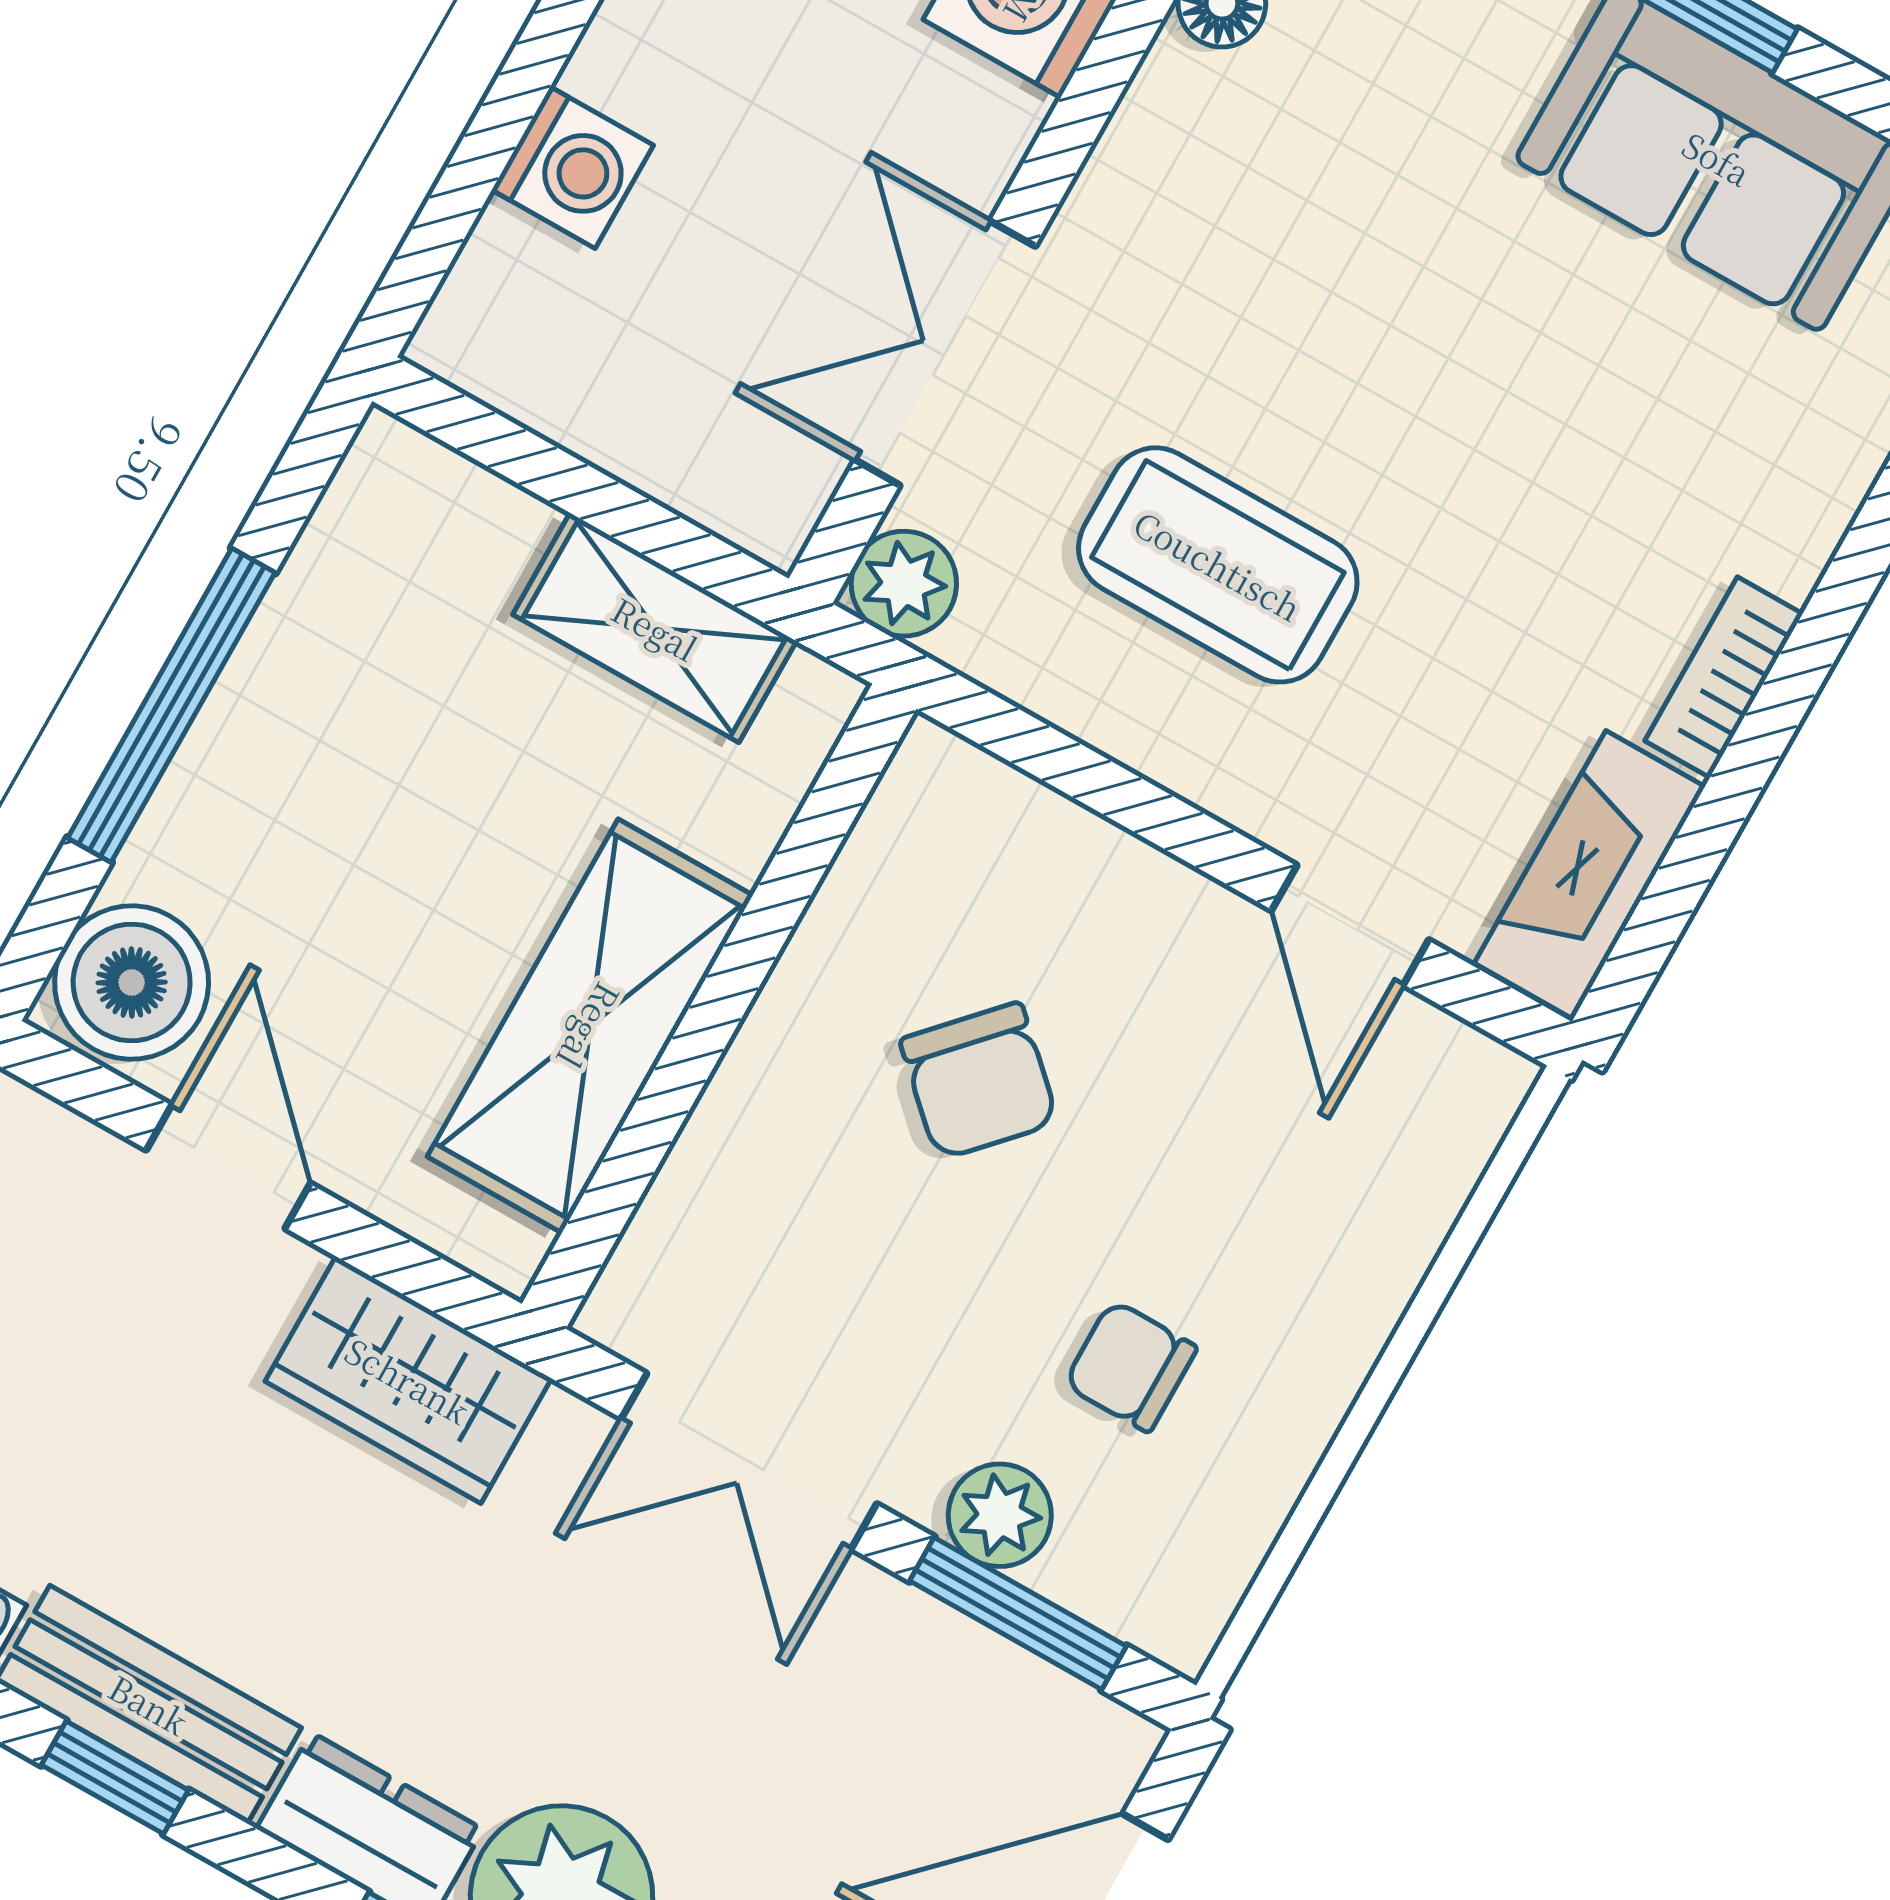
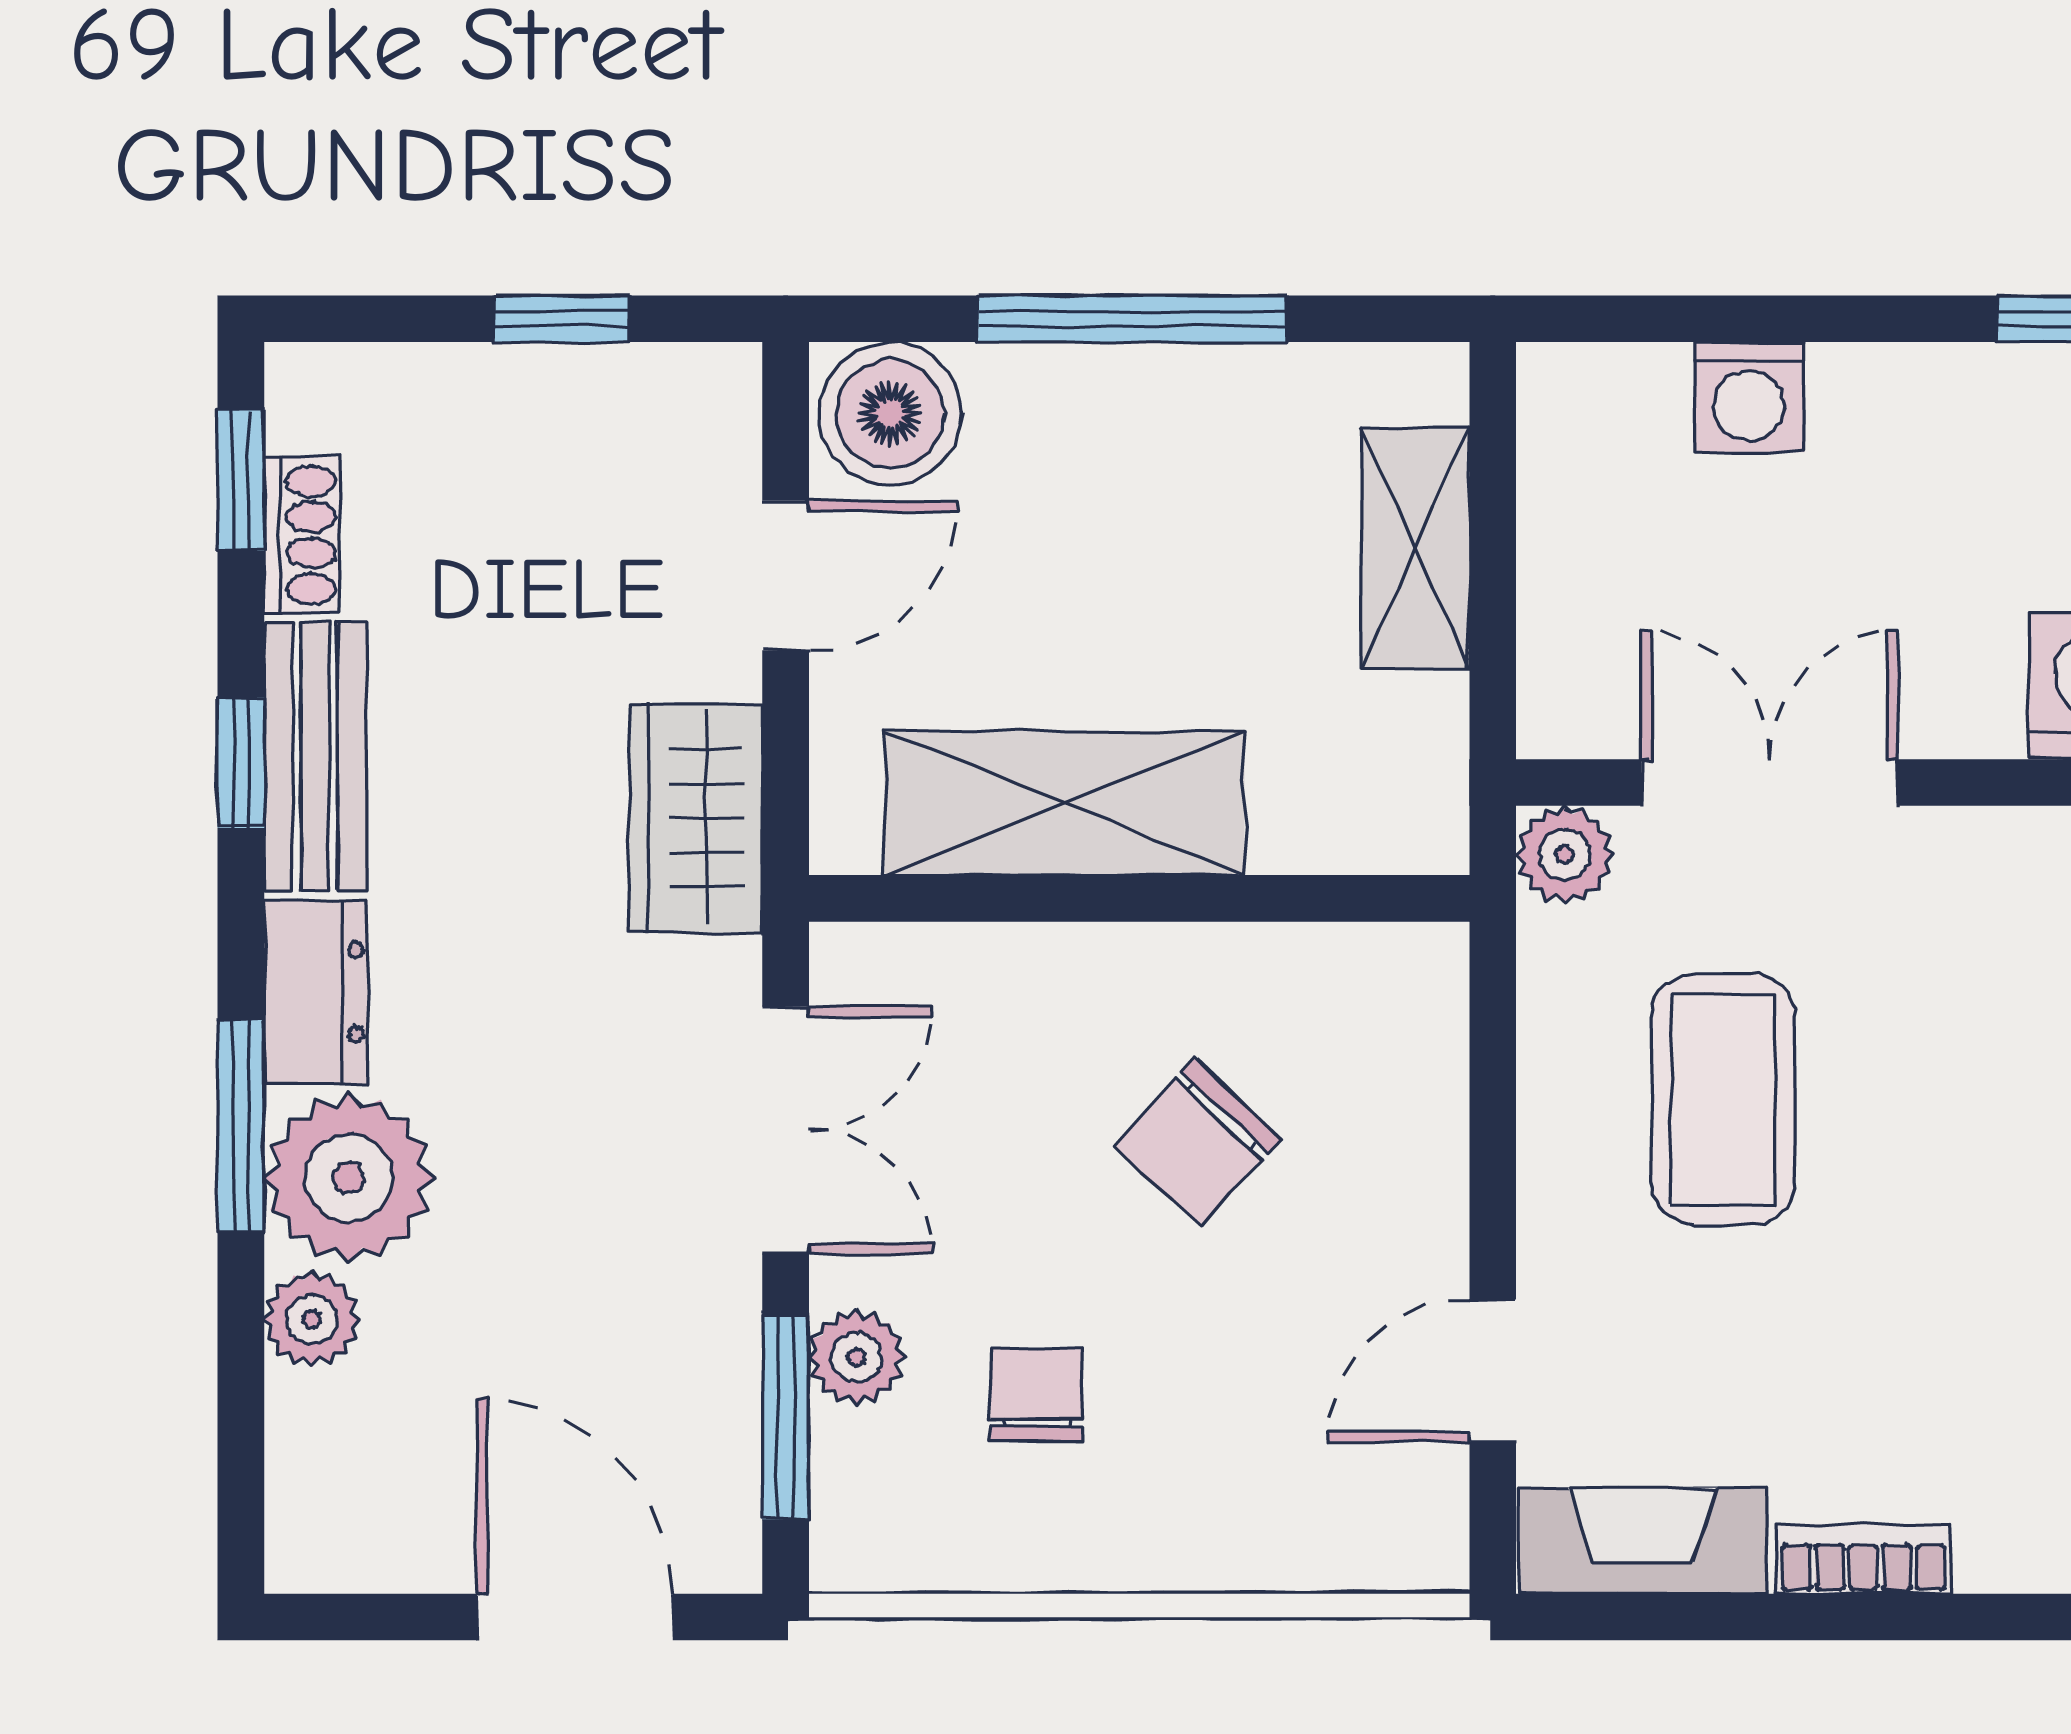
shelving: (655, 628) -> (1415, 548), moved
double door: (749, 1461) -> (786, 1130), swing flipped

